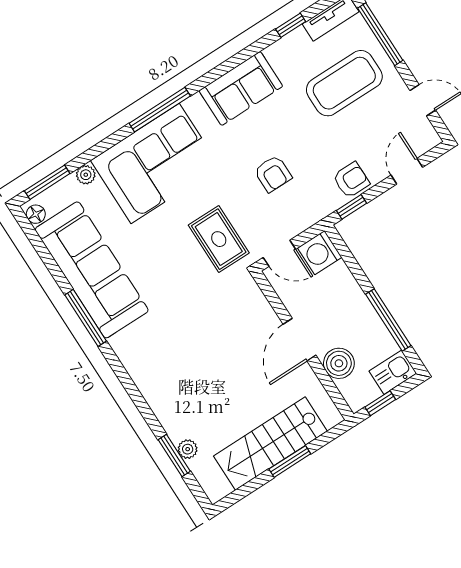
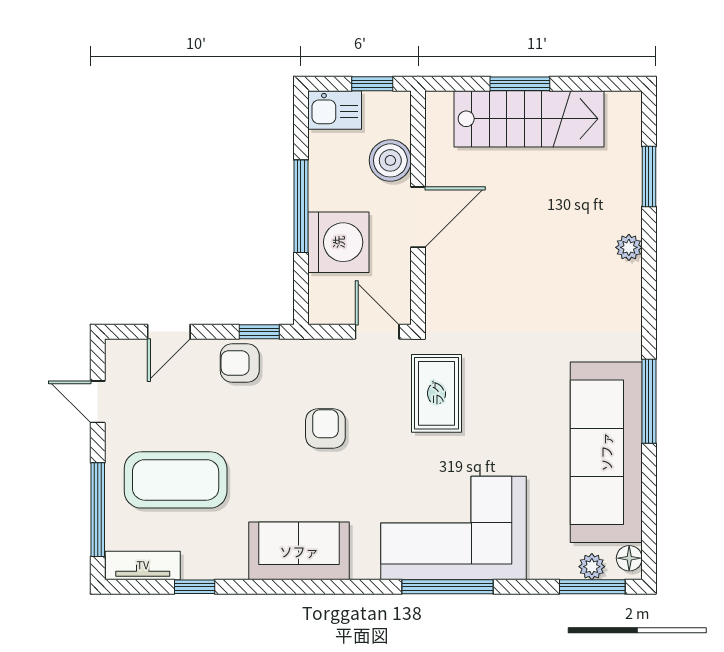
window: (160, 110) -> (447, 587), moved
plant: (86, 175) -> (592, 567), moved
washing machine: (320, 253) -> (338, 242), moved, width x1.37, depth x1.37
window: (388, 320) -> (301, 206), moved
plant: (188, 449) -> (629, 247), moved

